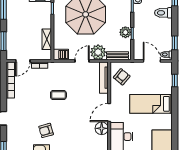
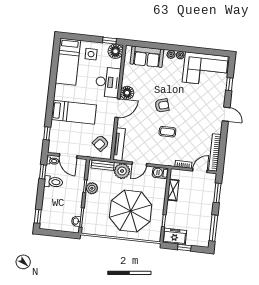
toilet: (163, 13) -> (53, 182), moved
armchair: (46, 130) -> (162, 105), moved

